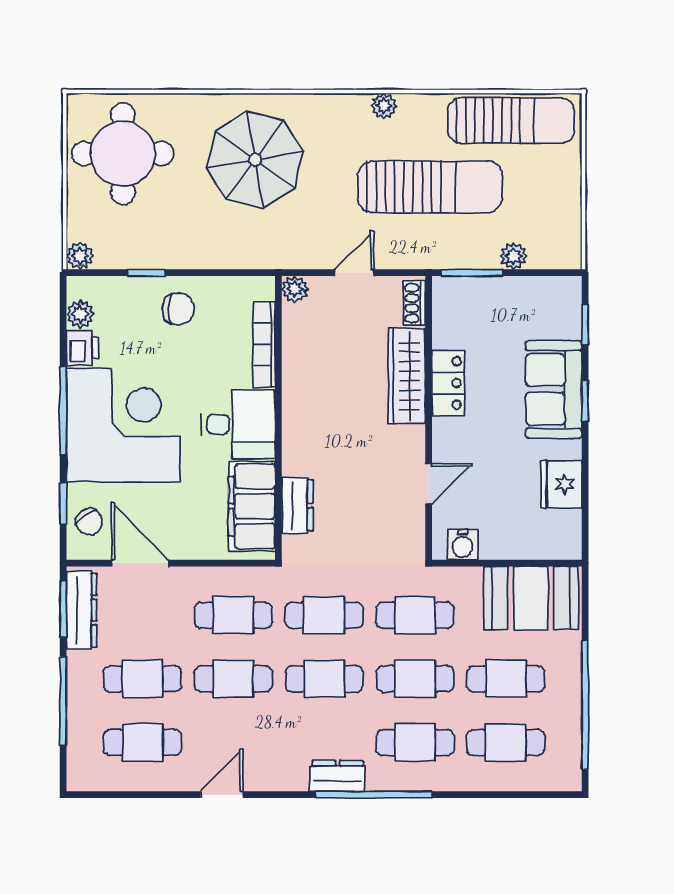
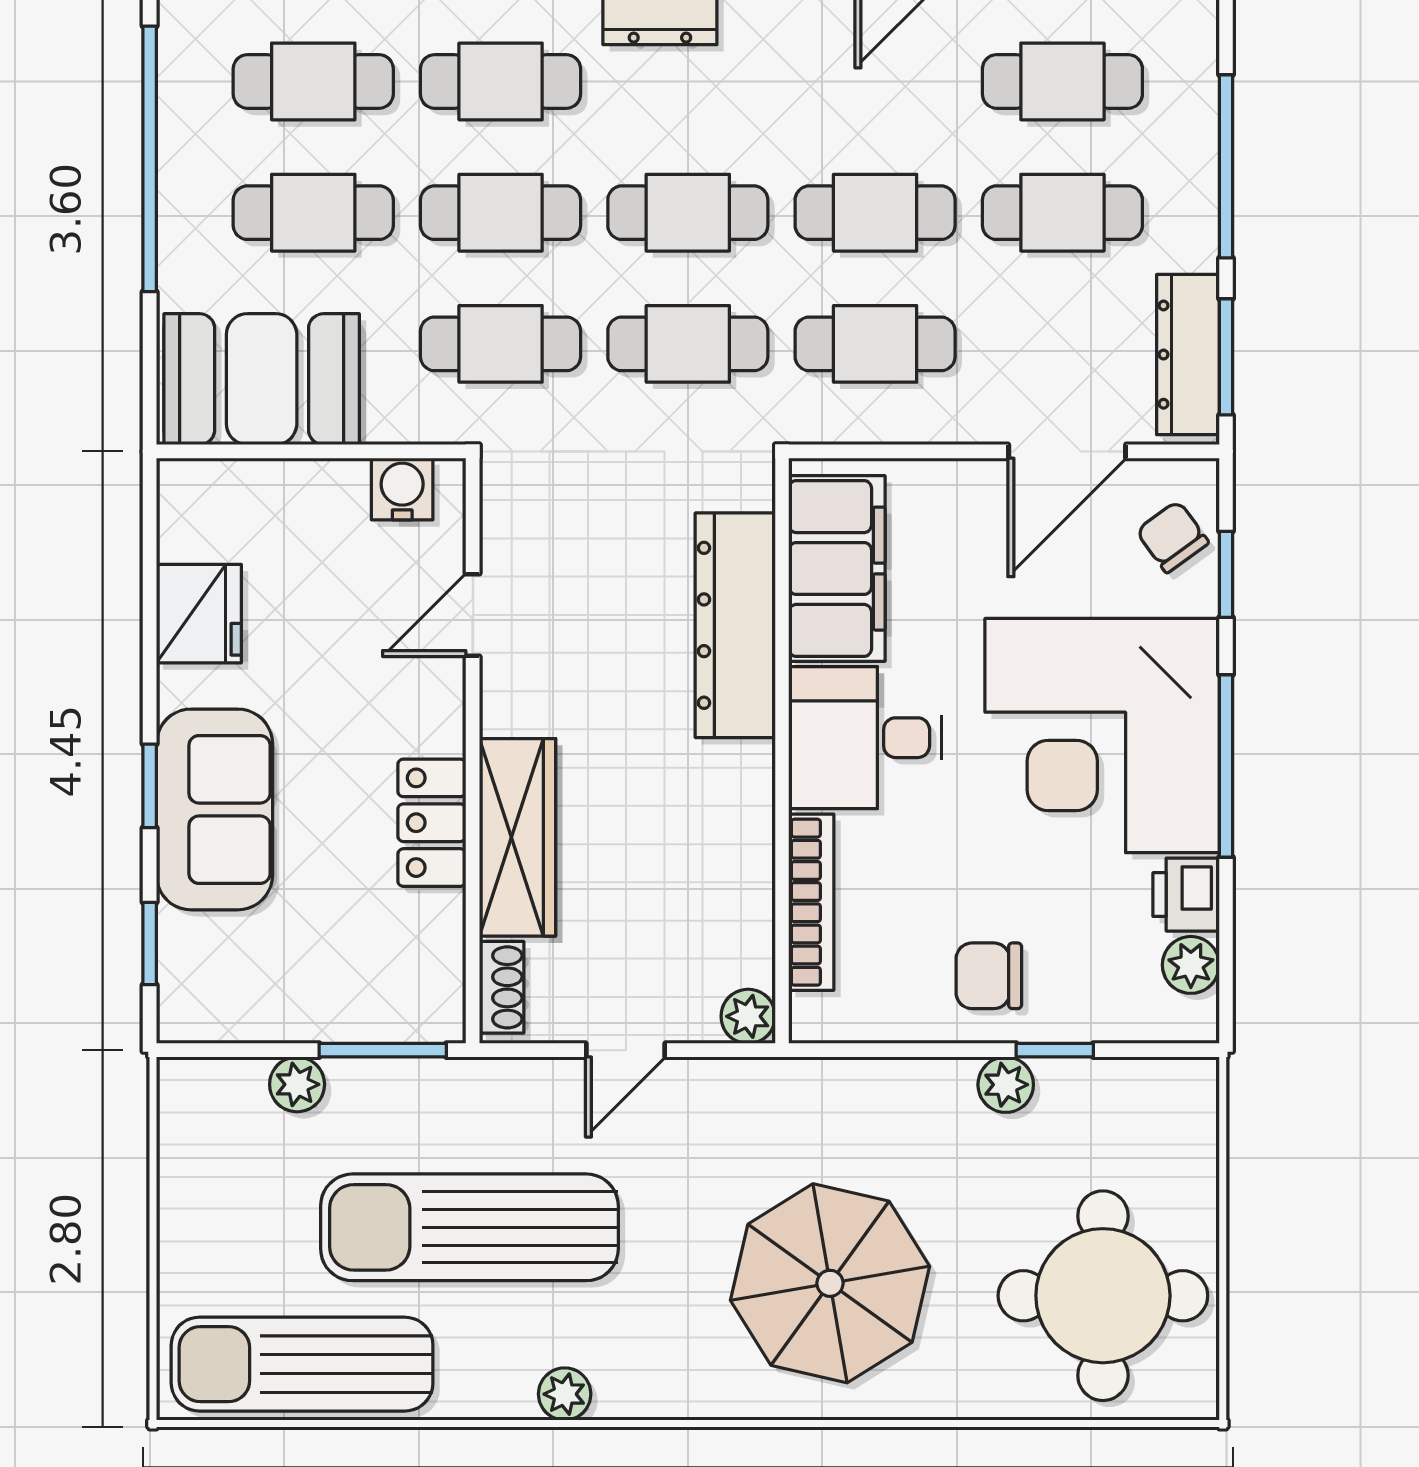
plant: (80, 256) -> (1006, 1085), moved
dresser: (297, 505) -> (735, 625), width x1.96, depth x1.24
door: (140, 563) -> (1067, 451), hinge flipped

